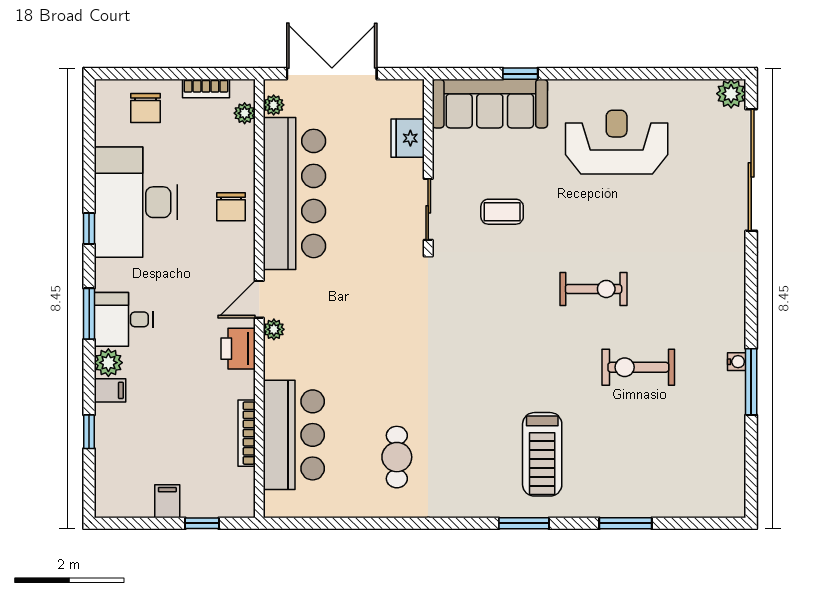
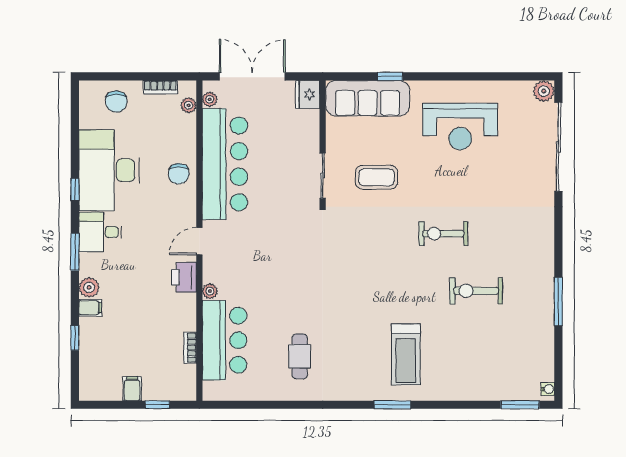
fridge: (408, 138) -> (308, 94), moved
reception desk: (617, 142) -> (460, 126), turned 180
coffee table: (502, 212) -> (377, 177), width x1.36, depth x1.30
exercise bike: (594, 289) -> (443, 234), turned 180
desk: (124, 319) -> (100, 232), moved
plant: (274, 329) -> (210, 291), moved
water cooler: (737, 362) -> (548, 389), moved
bookcase: (247, 433) -> (190, 348), width x0.64
window: (625, 523) -> (520, 405), moved

